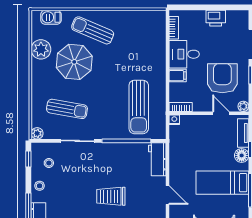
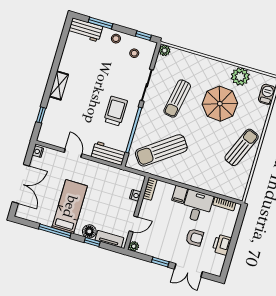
sun lounger: (93, 30) -> (242, 147), moved
armchair: (222, 78) -> (195, 237), moved, width x0.53, depth x0.53
sun lounger: (139, 107) -> (161, 150), turned -36
sun lounger: (67, 109) -> (177, 99), moved
nightstand: (174, 120) -> (135, 195), moved
door: (168, 195) -> (73, 153), swing flipped
trolley: (111, 196) -> (116, 111), moved

